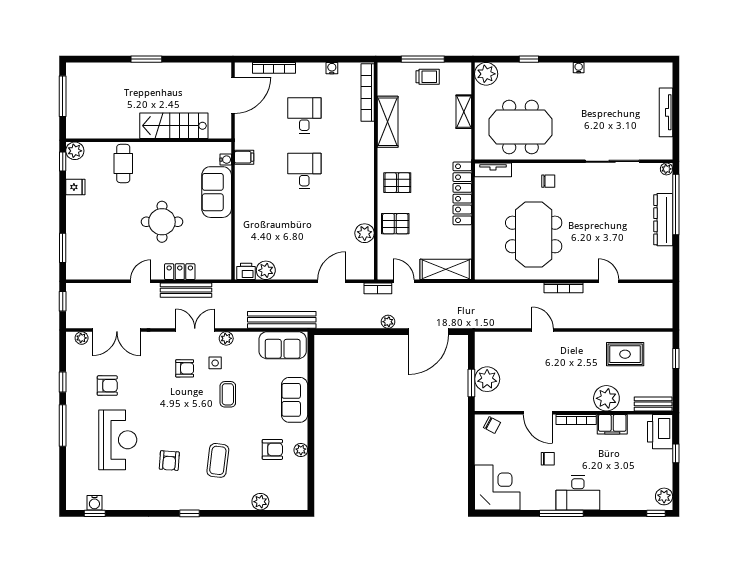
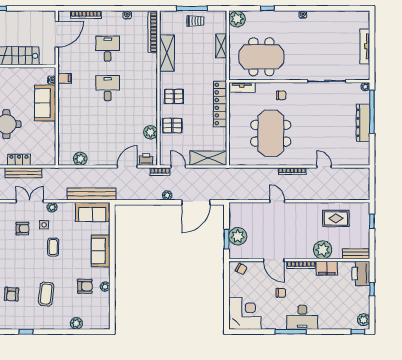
printer: (246, 271) -> (146, 160), moved

